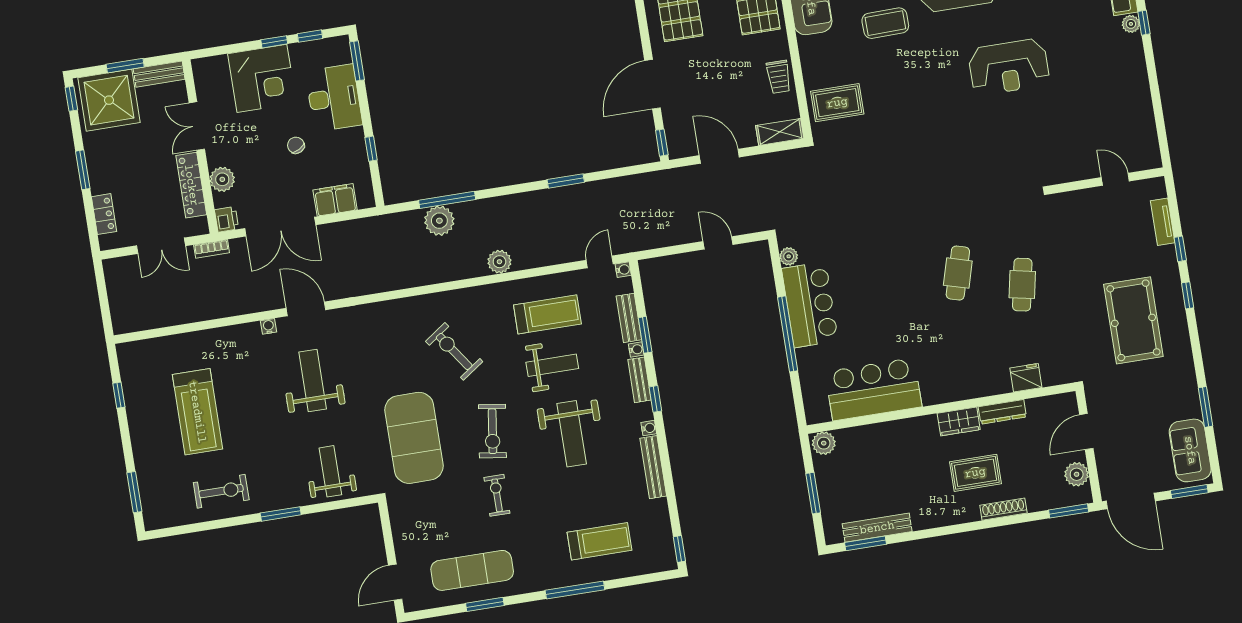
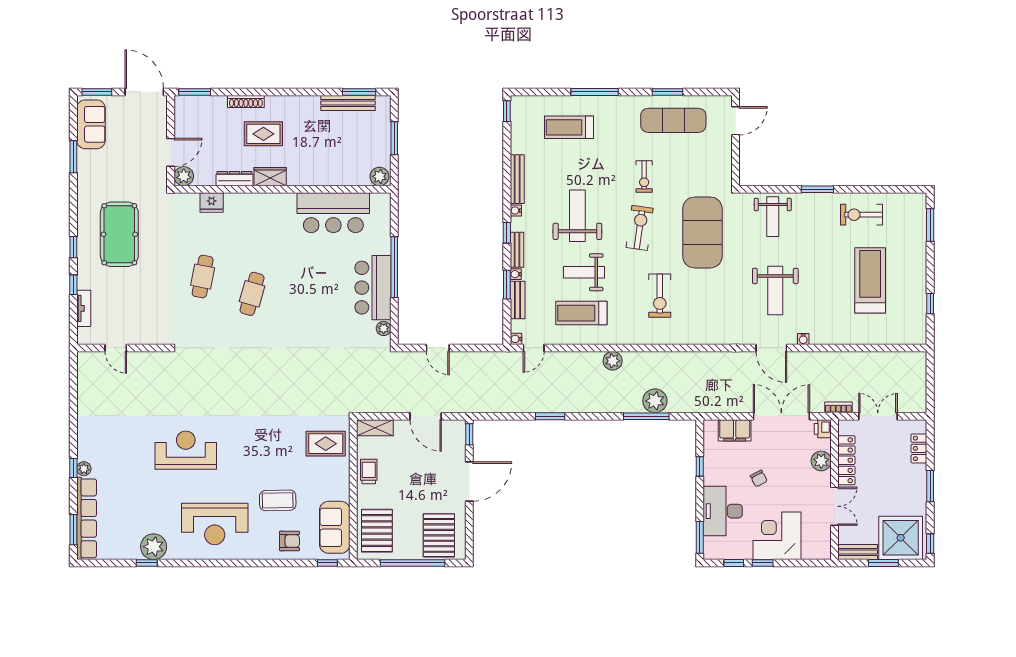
exercise bike: (454, 351) -> (660, 296), turned 35
plant: (1077, 474) -> (184, 176), moved

